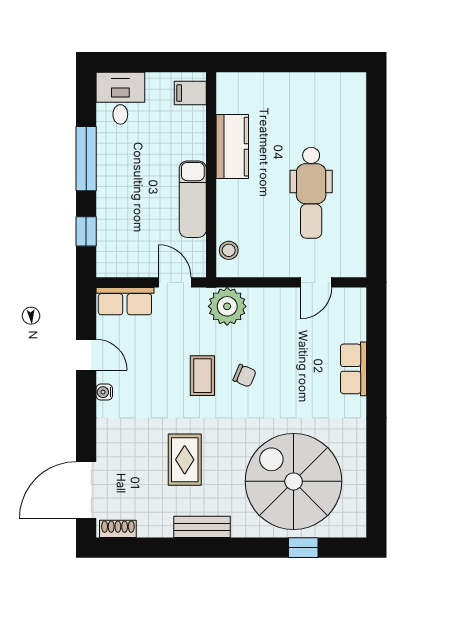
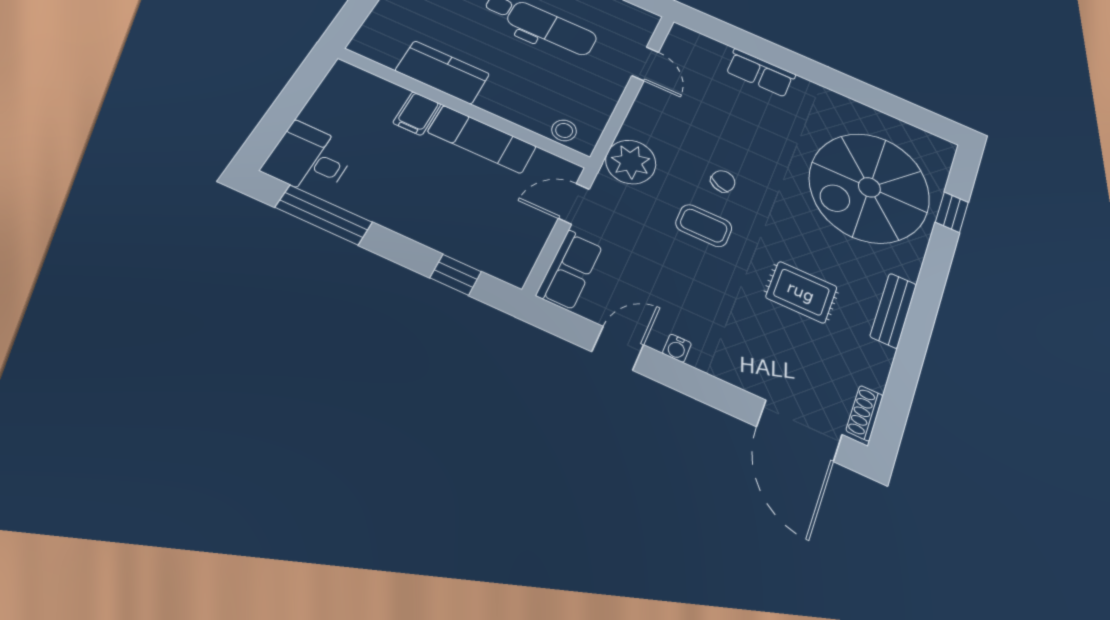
filing cabinet: (190, 93) -> (417, 113), moved
window: (86, 159) -> (324, 215), moved

